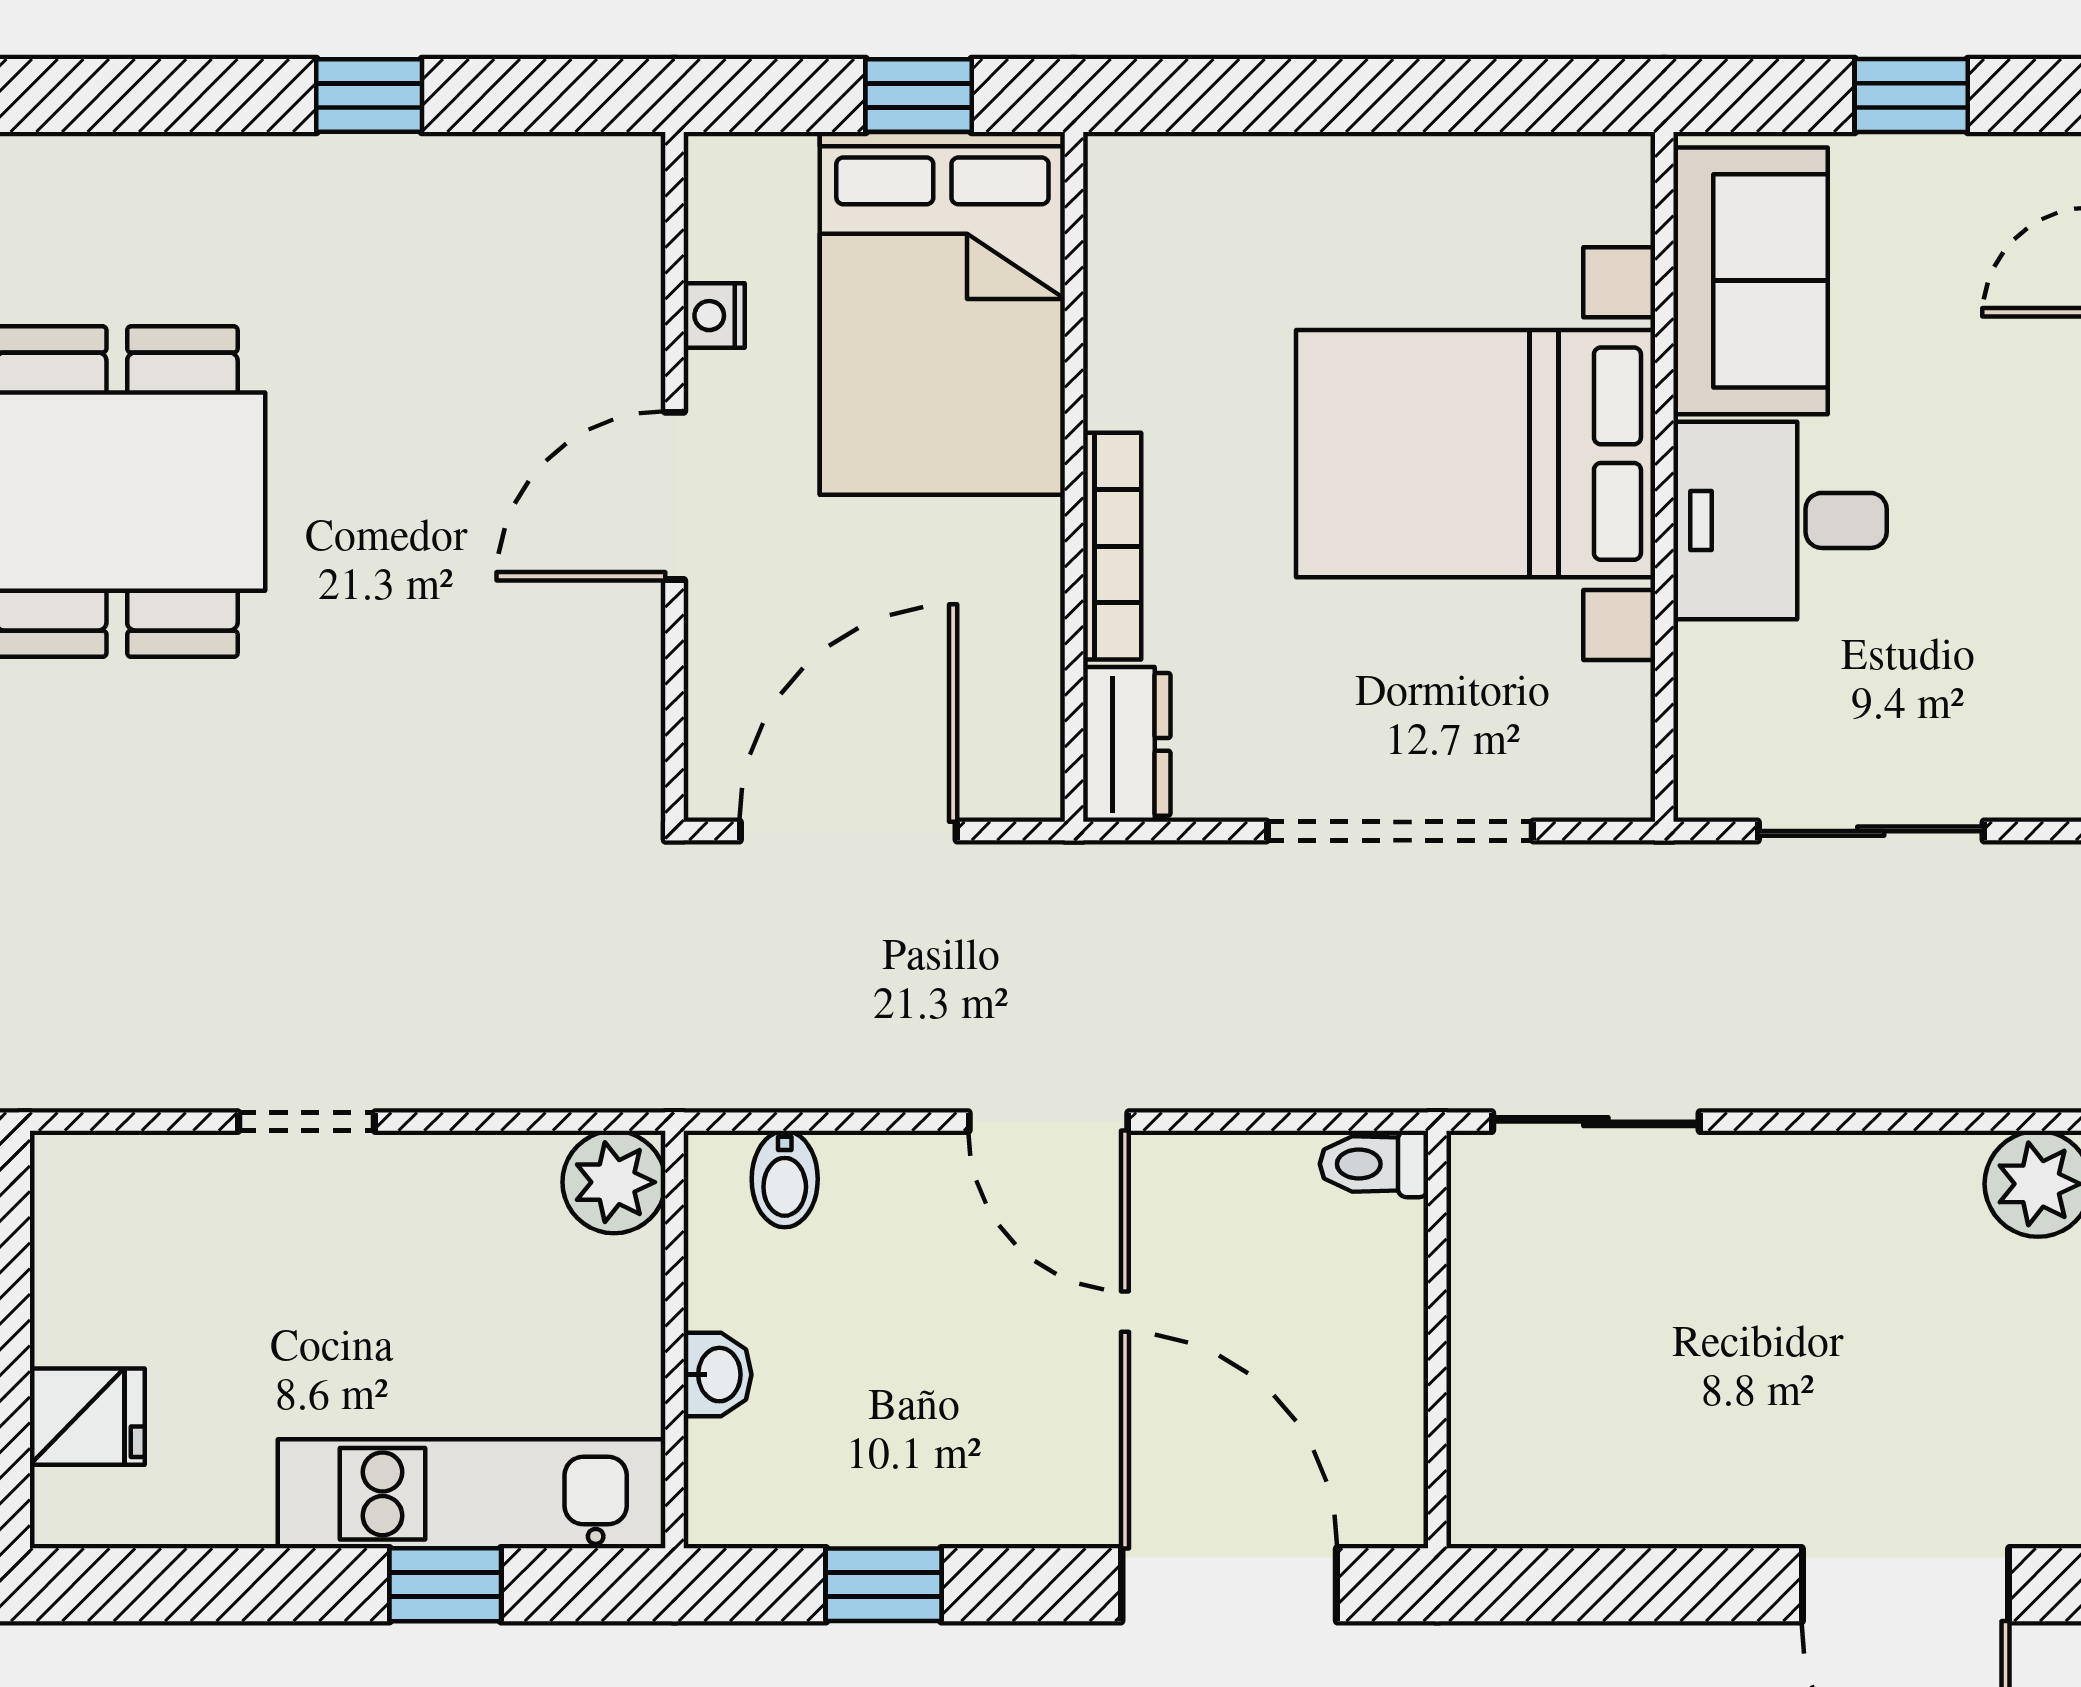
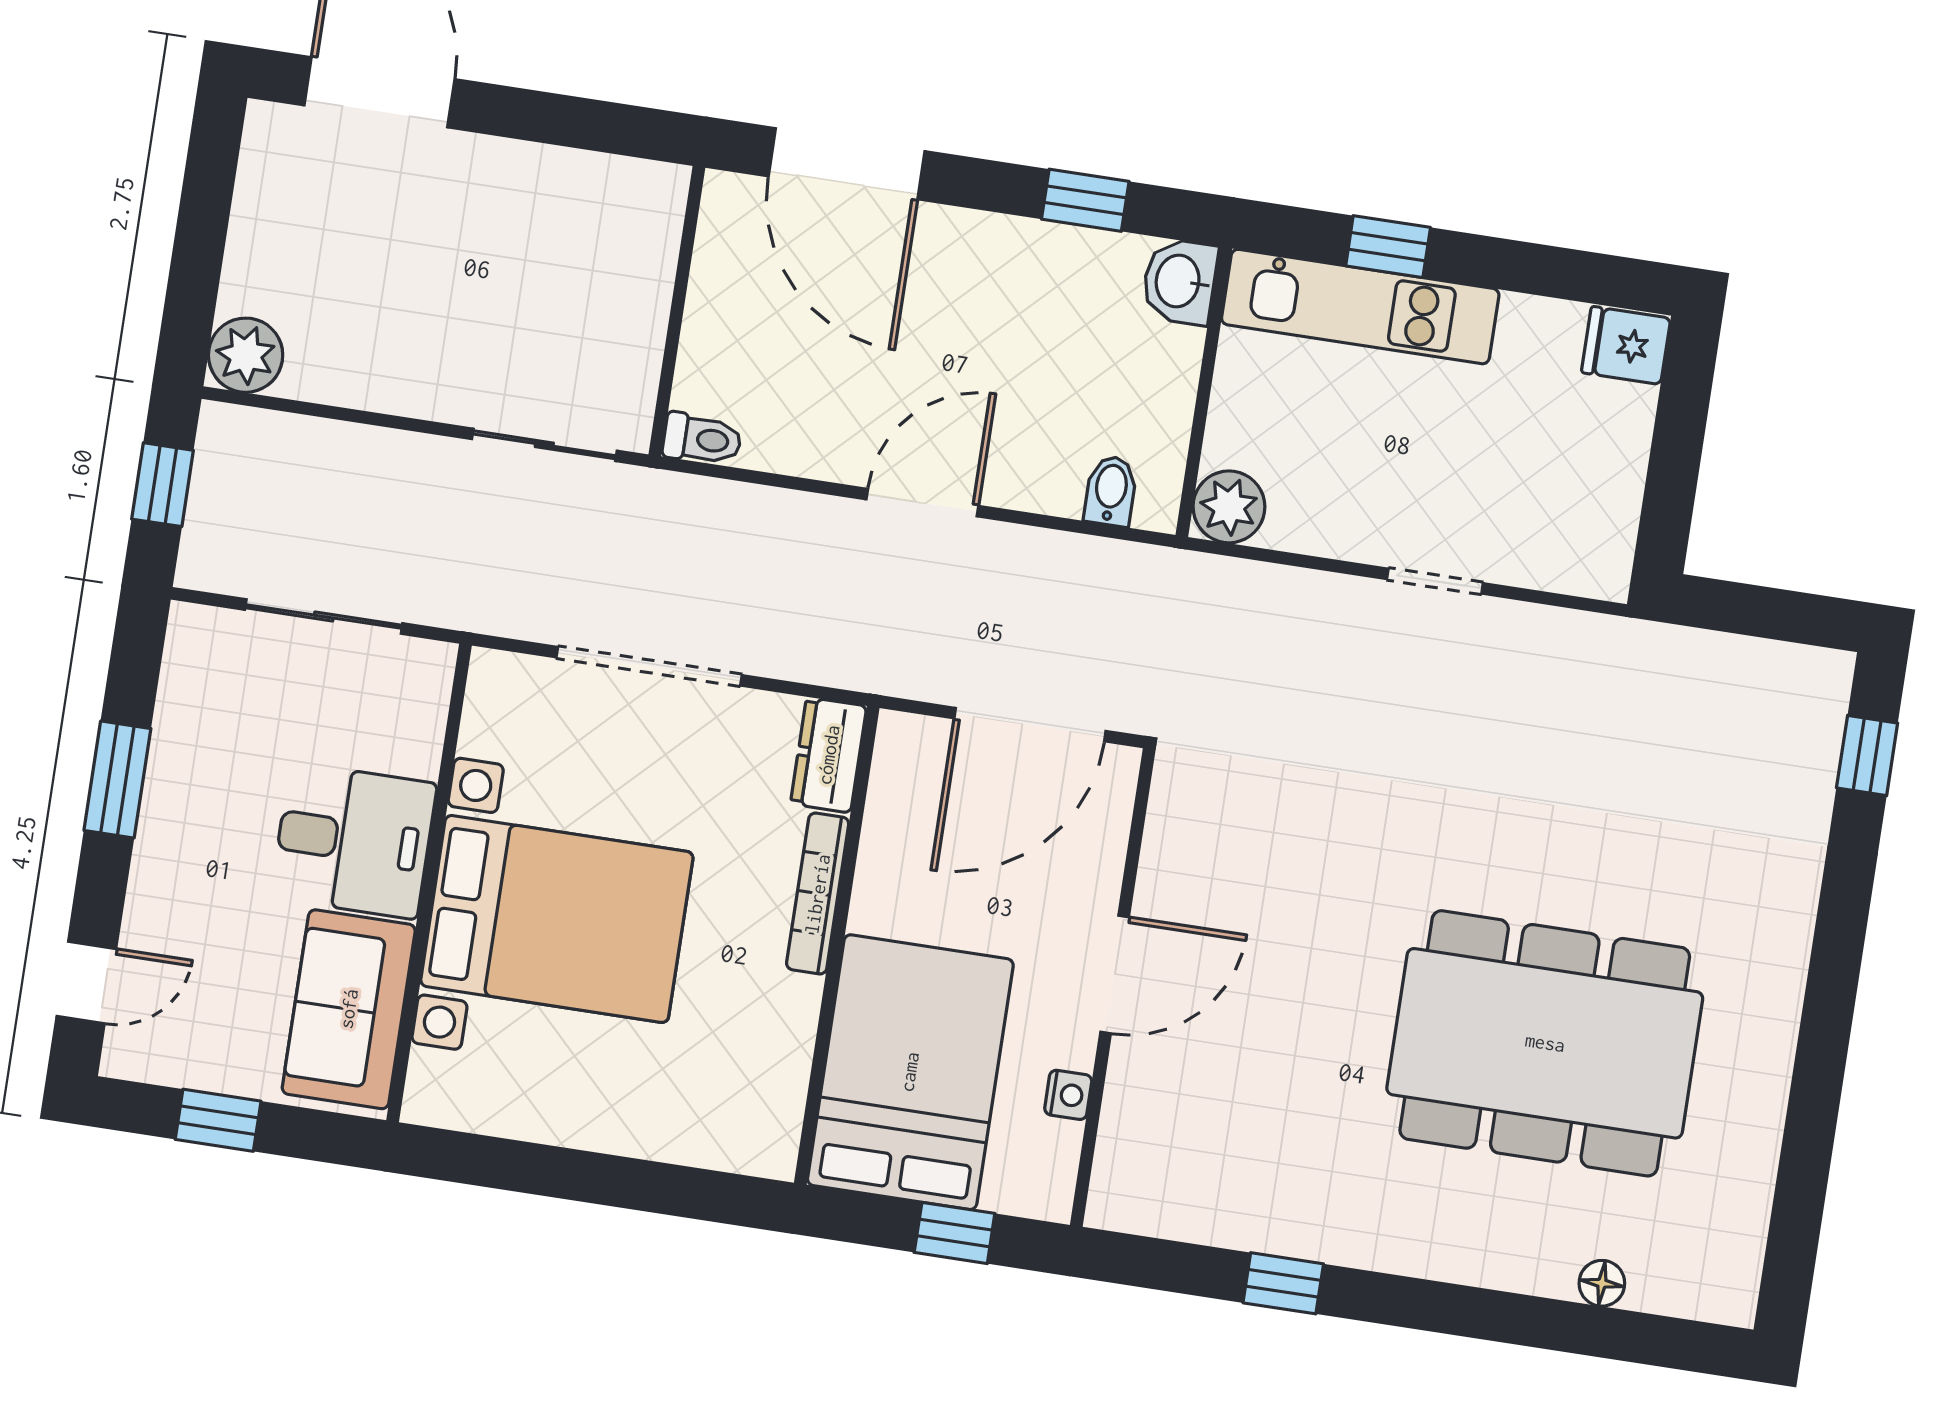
window: (919, 96) -> (955, 1233), moved
door: (1049, 1122) -> (922, 503), hinge flipped
washbasin: (717, 1375) -> (1180, 281), moved, width x1.38, depth x1.45
fridge: (87, 1417) -> (1626, 345), moved

